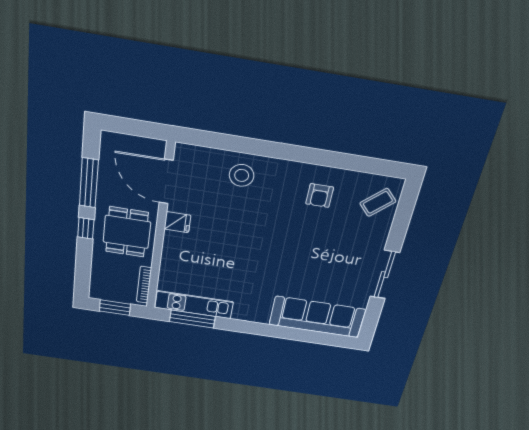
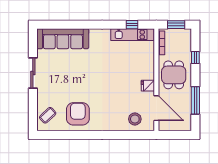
stool: (242, 175) -> (135, 119), moved
armchair: (320, 196) -> (78, 114), width x1.88, depth x1.88
window: (86, 228) -> (195, 58), moved
window: (192, 319) -> (132, 25), width x0.46

